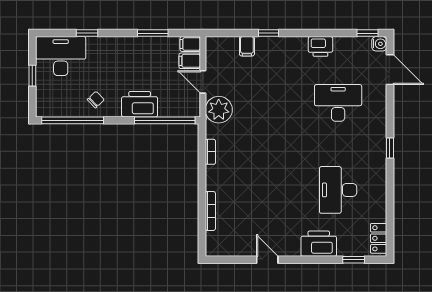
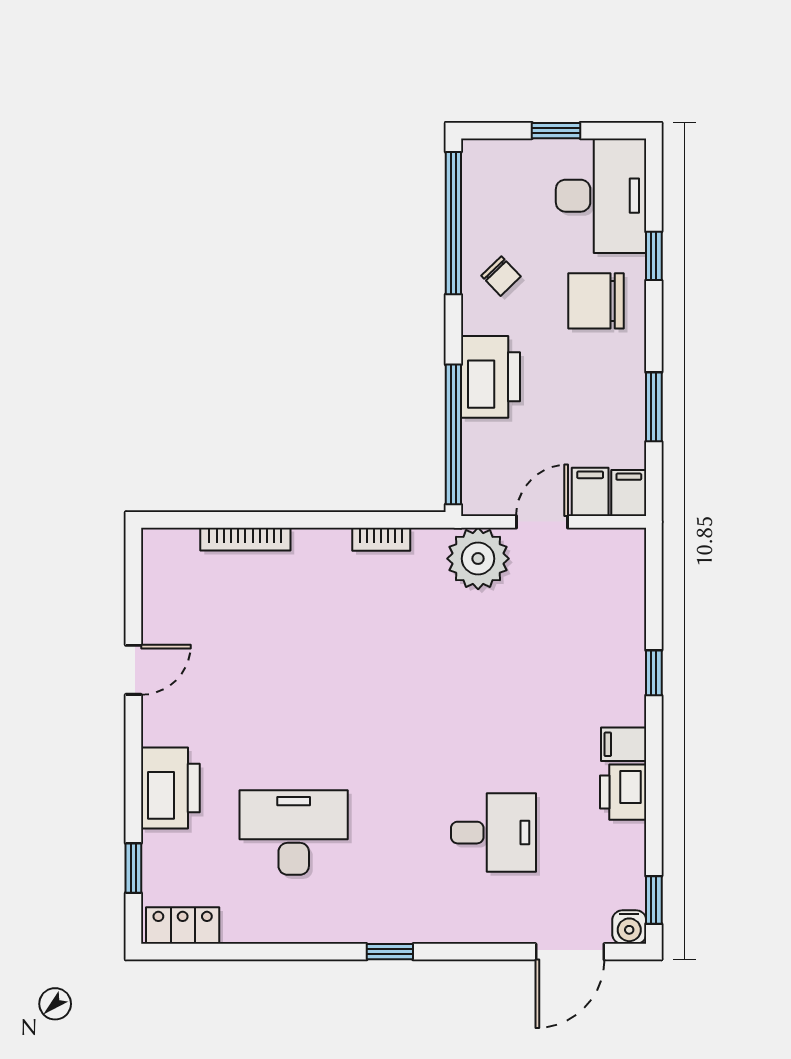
filing cabinet: (247, 46) -> (624, 744), moved
chair: (107, 58) -> (596, 301), added
desk: (338, 103) -> (494, 833), width x0.73

